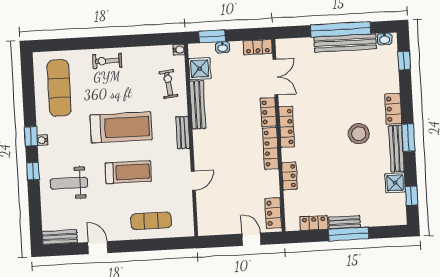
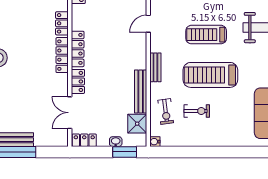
exercise bike: (107, 61) -> (197, 111), moved
locker: (287, 127) -> (62, 55), moved

